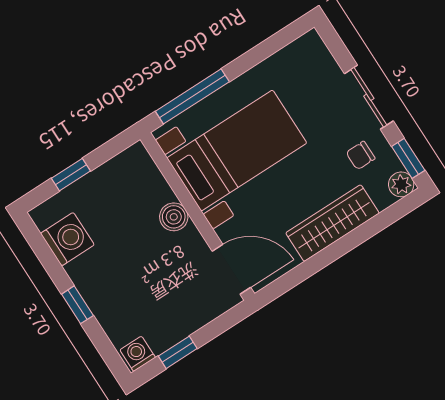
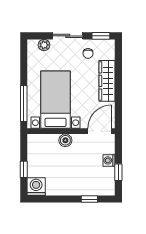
plant: (401, 184) -> (44, 45), moved
washing machine: (67, 239) -> (36, 187), moved
window: (77, 305) -> (89, 199), moved
washing machine: (138, 354) -> (109, 160), moved

